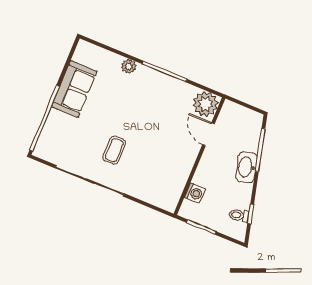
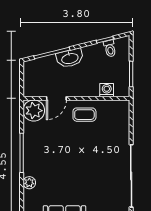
coffee table: (114, 150) -> (84, 115), moved

